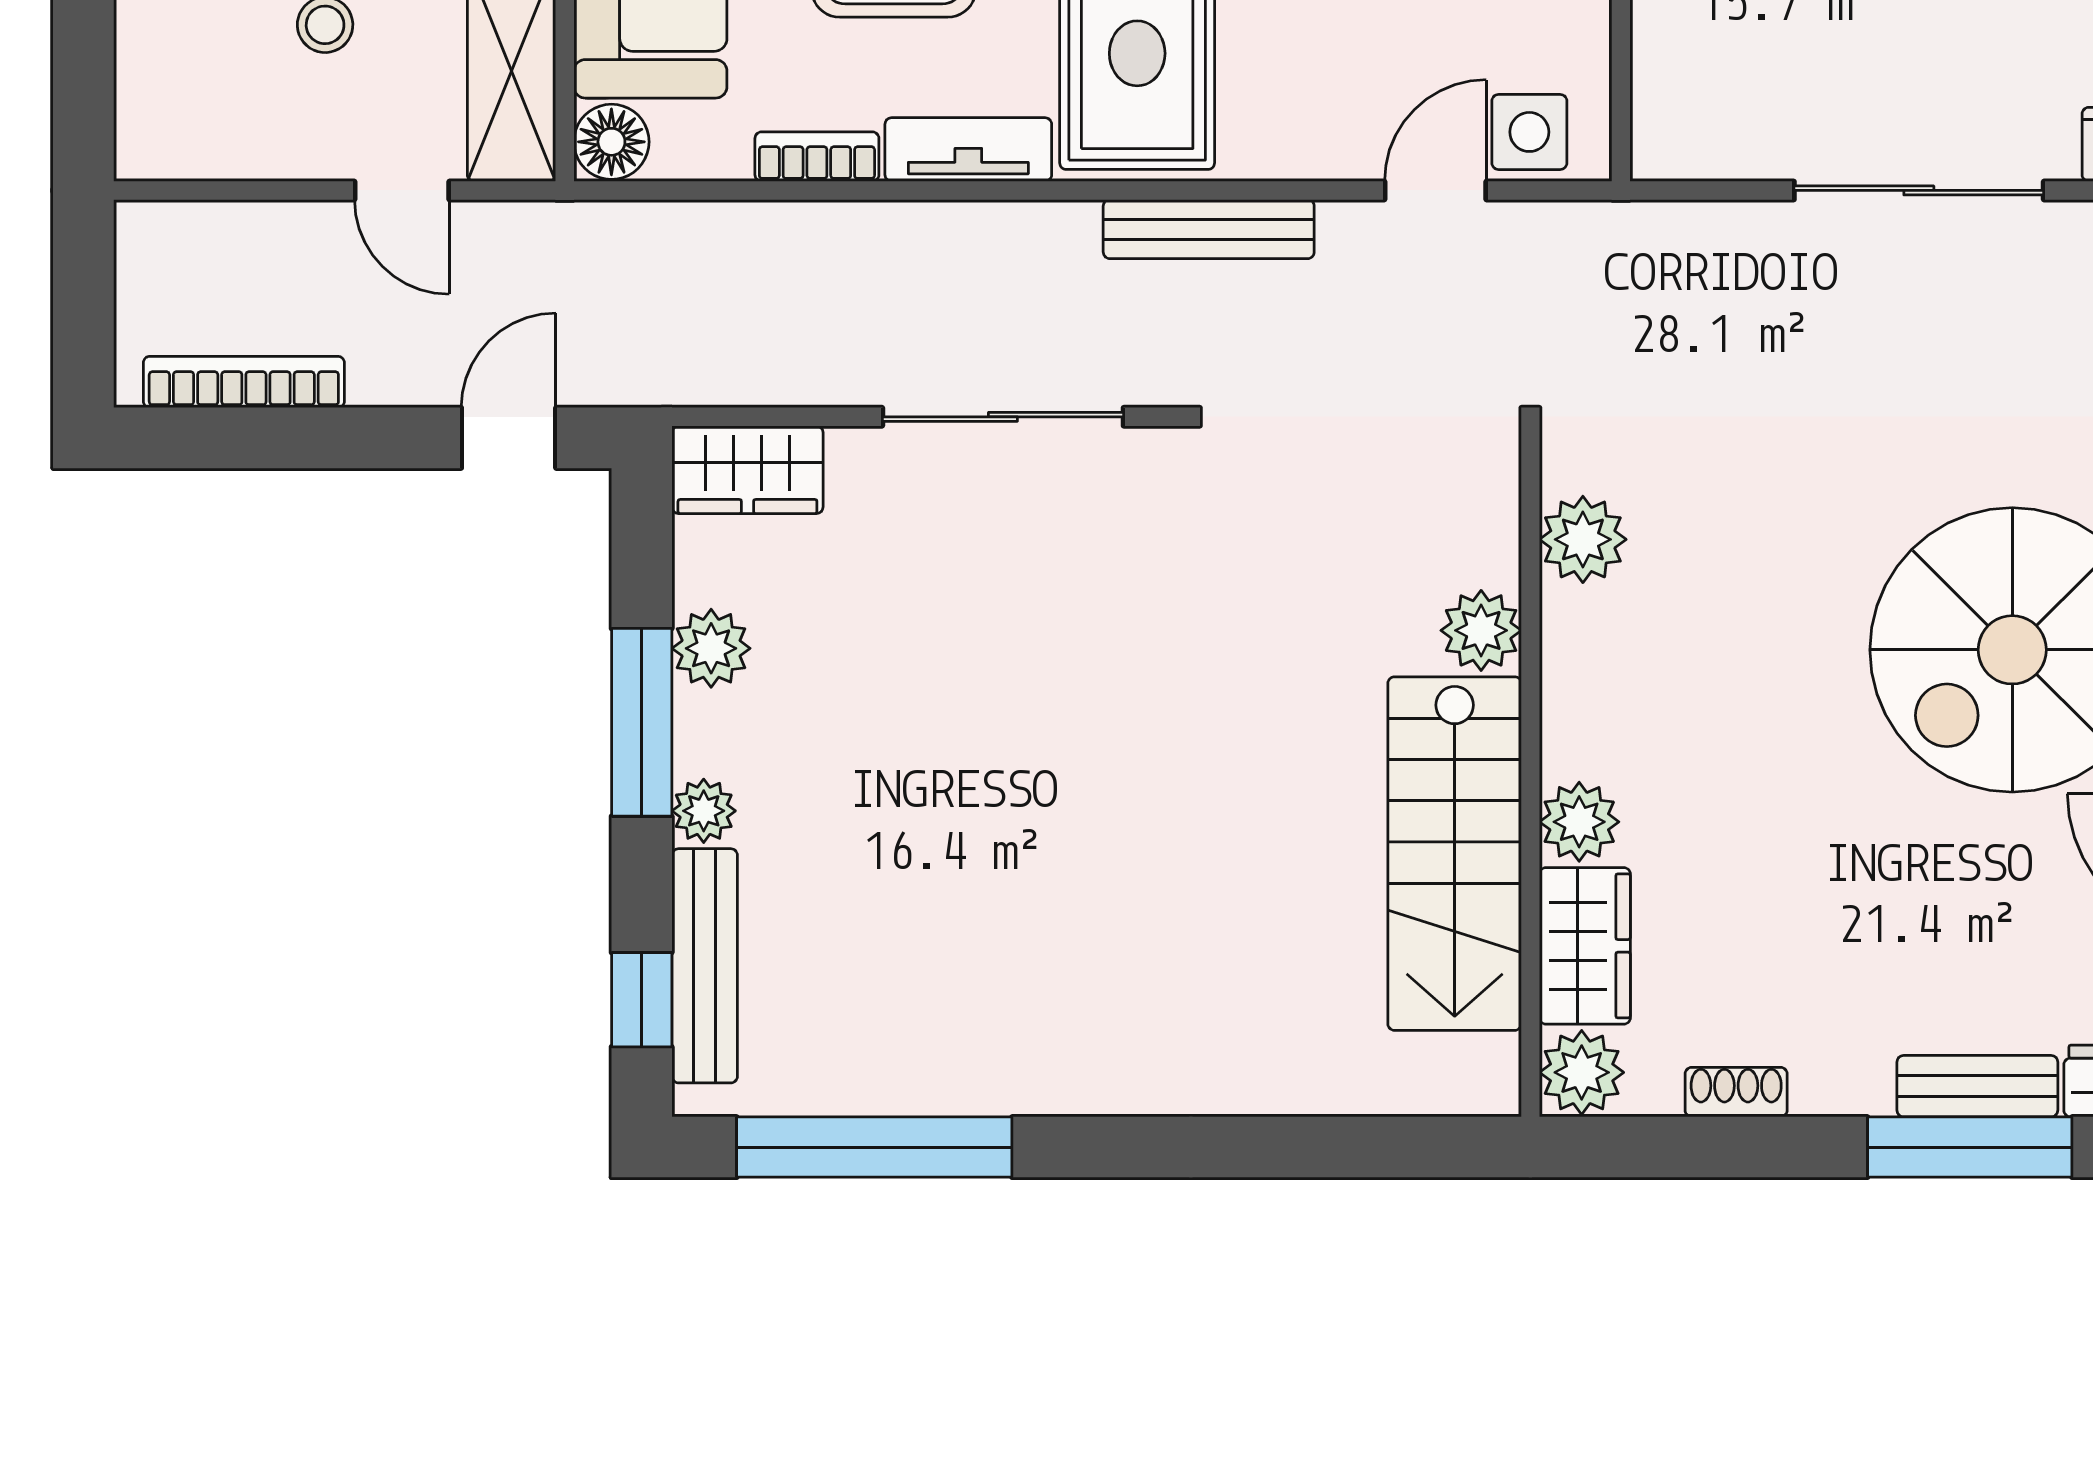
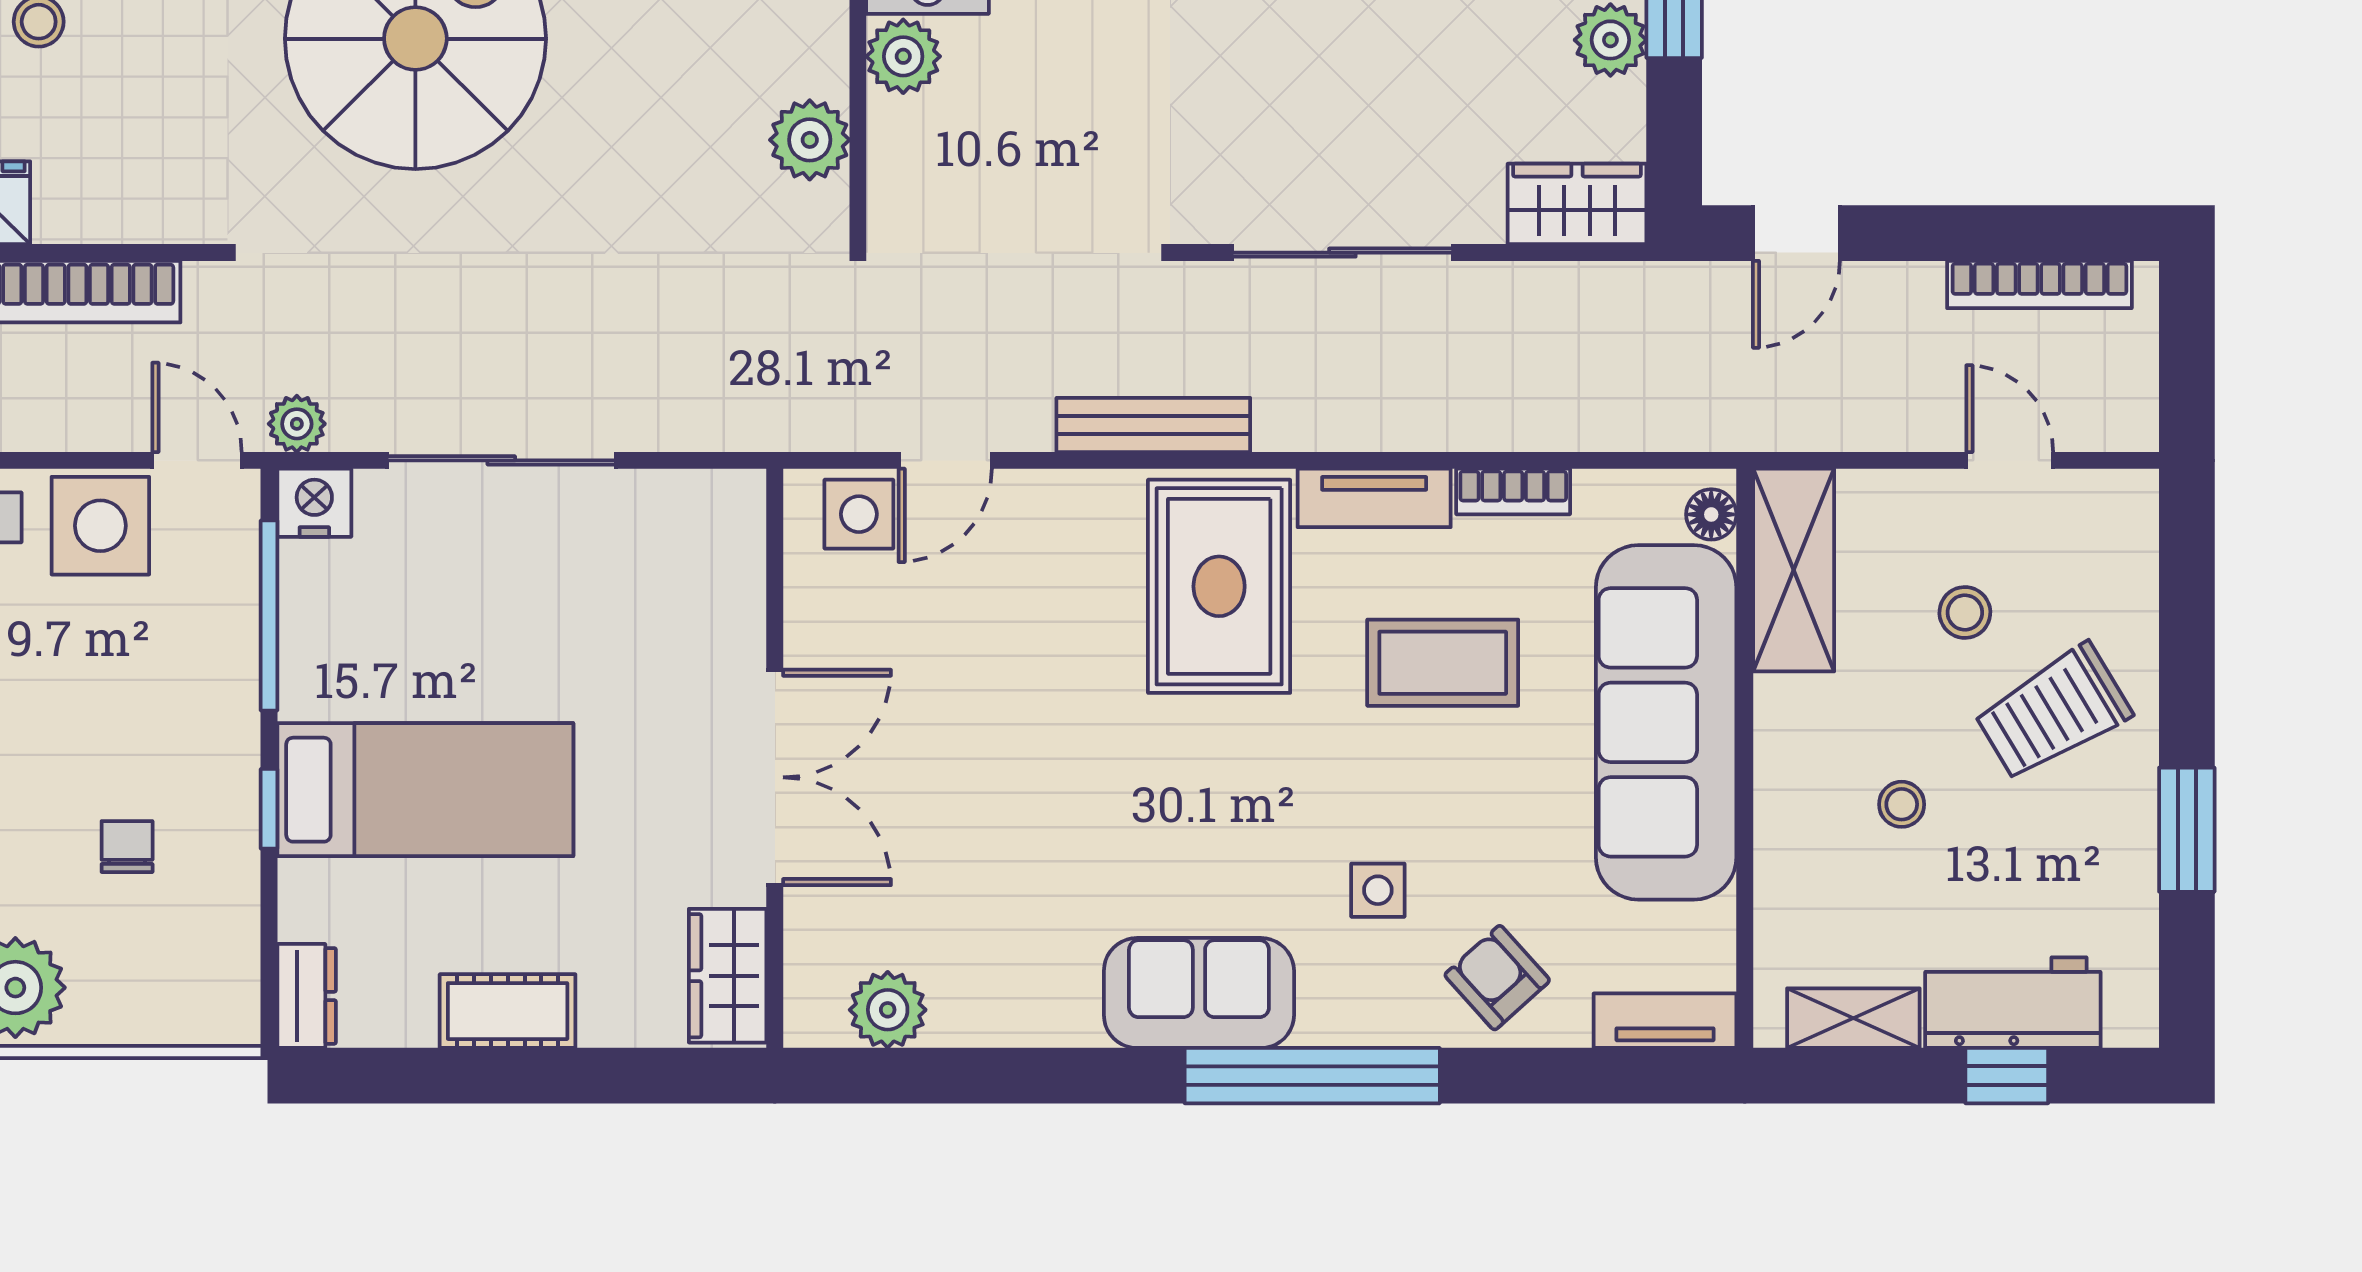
floor lamp: (611, 142) -> (1711, 514), width x0.73, depth x0.73
door: (402, 190) -> (2010, 460), moved

